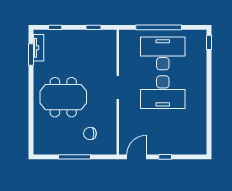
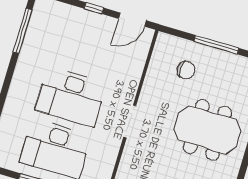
desk: (163, 92) -> (71, 97), turned 180
window: (209, 127) -> (22, 31), added

